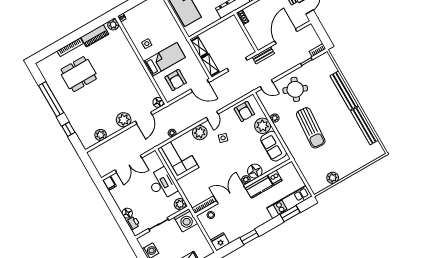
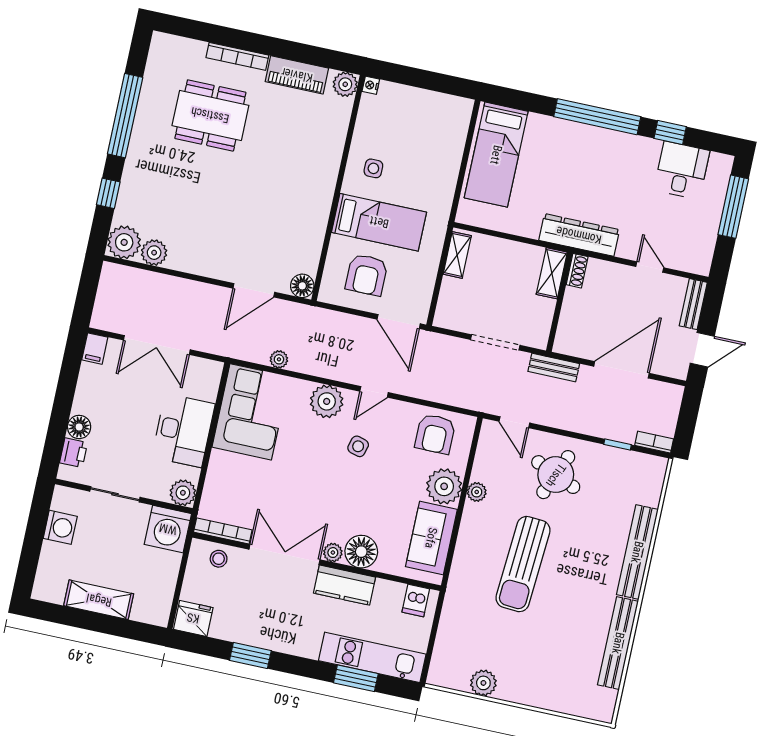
shelving: (210, 65) -> (552, 273), moved
plant: (124, 120) -> (124, 242), moved
dishwasher: (275, 178) -> (416, 600), moved

